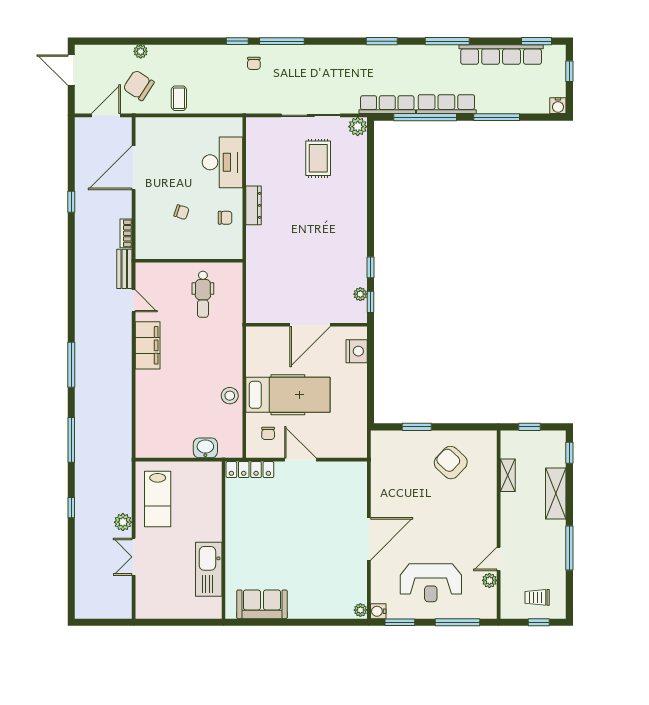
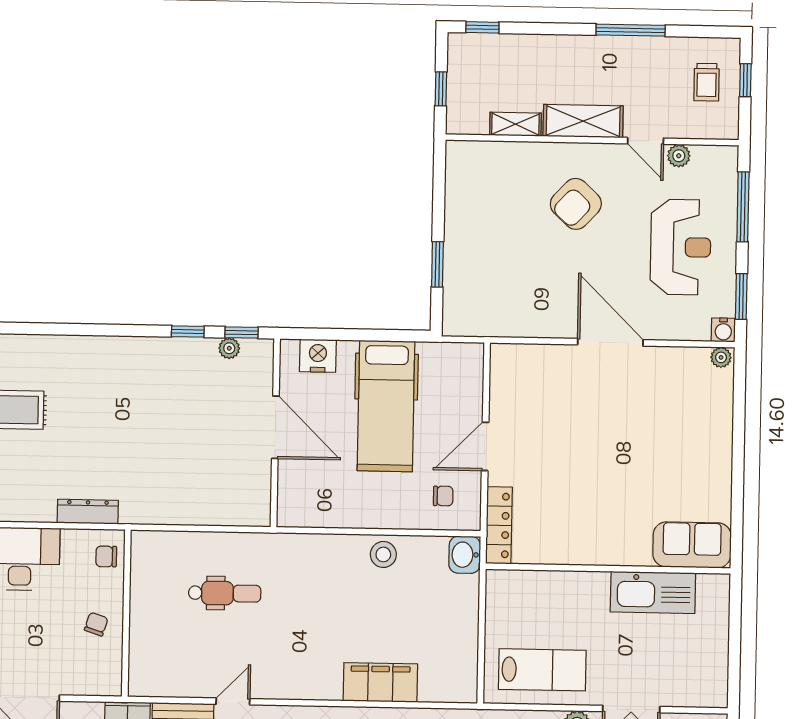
chair: (225, 218) -> (106, 556), turned -90
wall: (189, 261) -> (126, 613), moved
filing cabinet: (148, 345) -> (380, 682), moved
hospital bed: (288, 395) -> (386, 406), moved, turned 180
washbasin: (205, 448) -> (465, 555), moved
armchair: (451, 463) -> (576, 204), moved
shelving: (556, 494) -> (583, 121), moved
sofa: (262, 604) -> (692, 545), moved, turned 90

